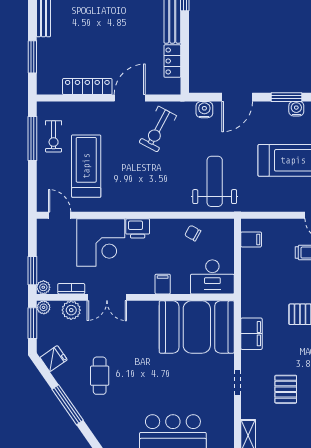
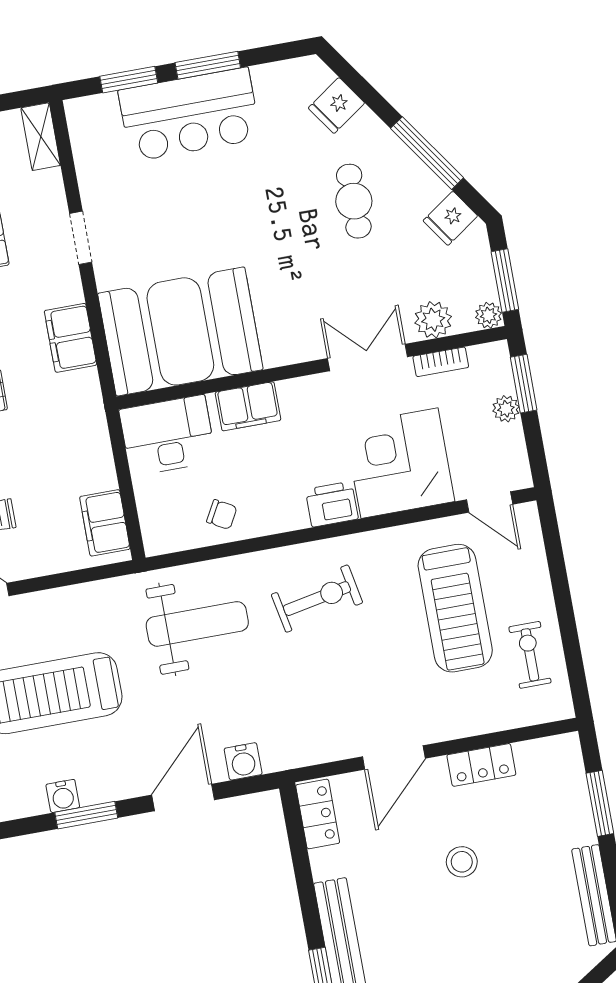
stool: (106, 41) -> (462, 862), added
locker: (172, 61) -> (318, 814), moved
locker: (87, 87) -> (481, 765), width x0.66
exercise bike: (158, 129) -> (317, 599), moved, turned 51
window: (32, 138) -> (571, 643), removed
weight bench: (215, 181) -> (197, 624), turned -90
filing cabinet: (251, 239) -> (105, 523), width x2.00
filing cabinet: (163, 284) -> (248, 406), width x2.00
plant: (43, 287) -> (506, 409), moved
window: (68, 405) -> (427, 153), moved
fridge: (100, 424) -> (336, 105), added

